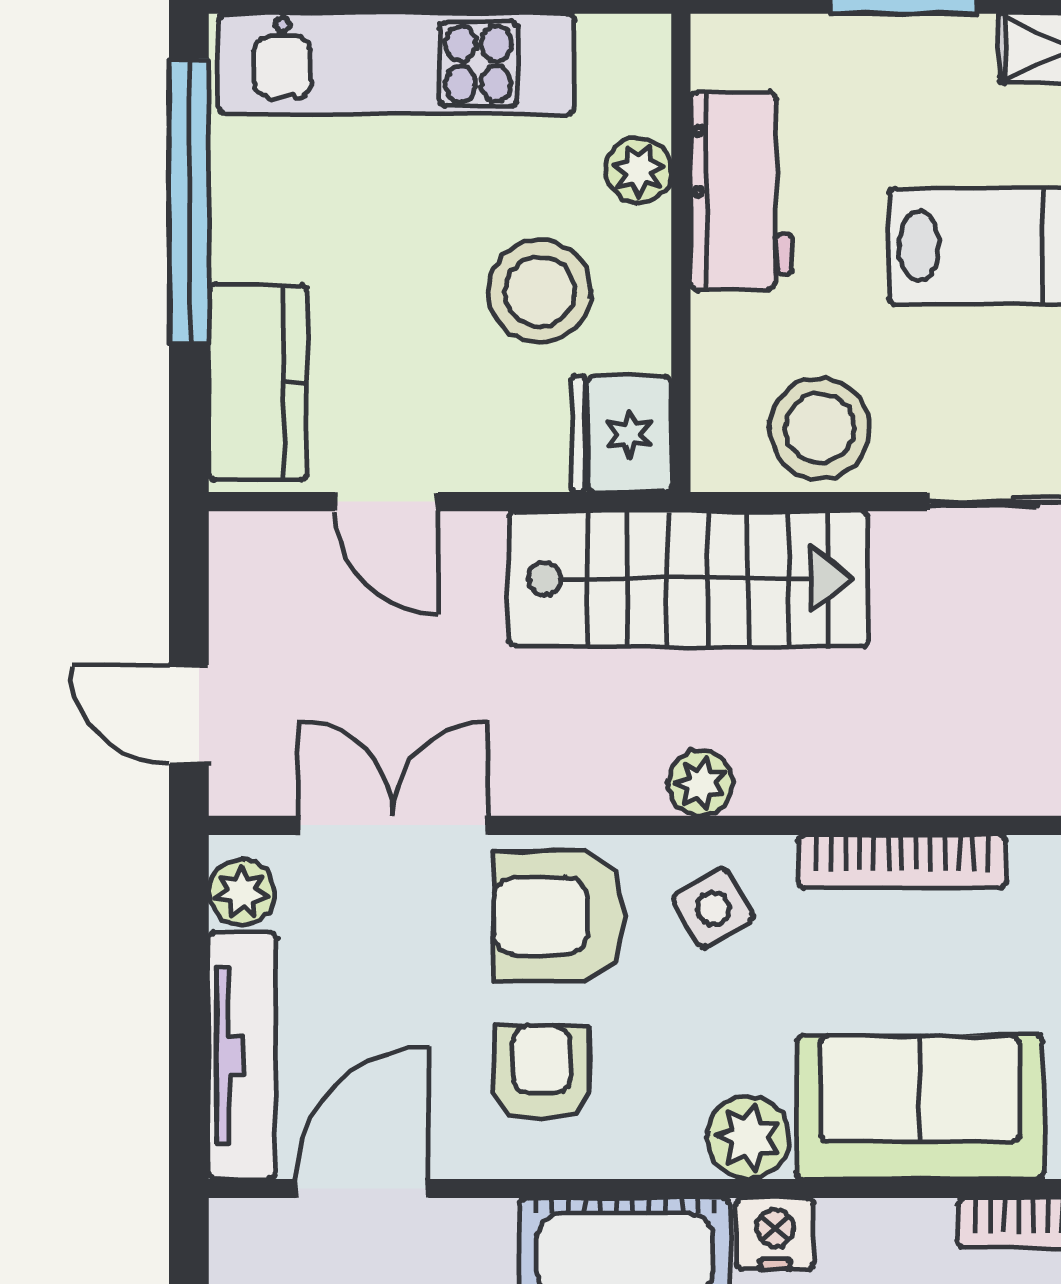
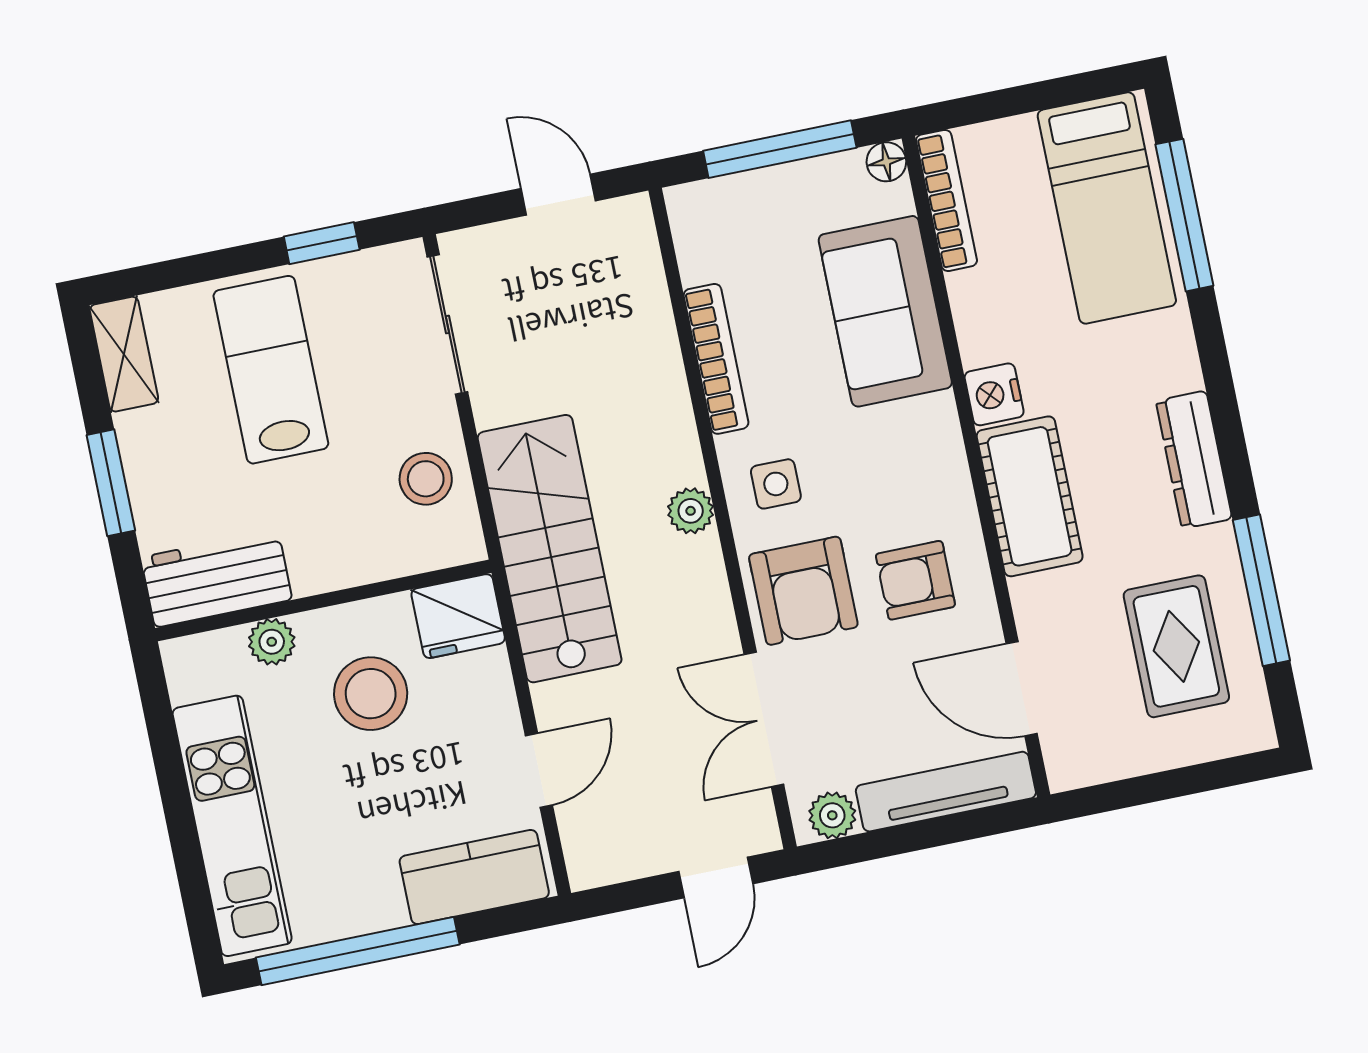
workbench: (741, 191) -> (216, 579), moved
stool: (819, 428) -> (426, 479), width x0.73, depth x0.73
side table: (713, 908) -> (776, 484), turned 31
plant: (748, 1137) -> (931, 427), removed

